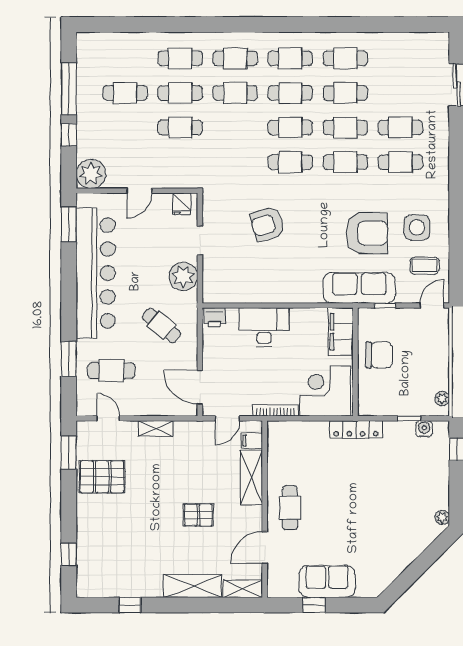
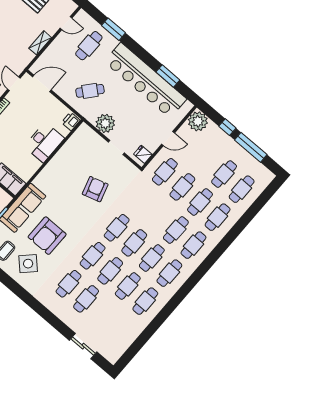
cafe table: (125, 58) -> (242, 189), added
cafe table: (180, 162) -> (165, 172), added
door: (139, 191) -> (168, 139), swing flipped
window: (69, 224) -> (168, 76), moved
side table: (417, 227) -> (28, 264), turned 45

